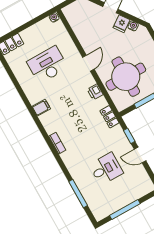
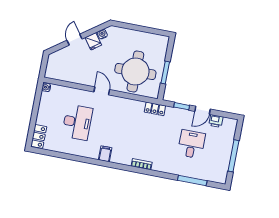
desk: (47, 65) -> (77, 122), turned 180
printer: (95, 92) -> (216, 121), moved

